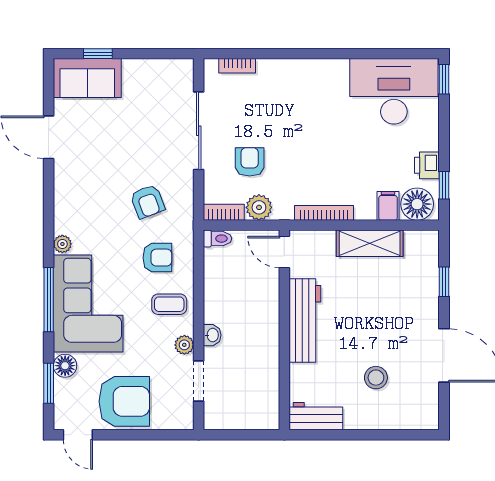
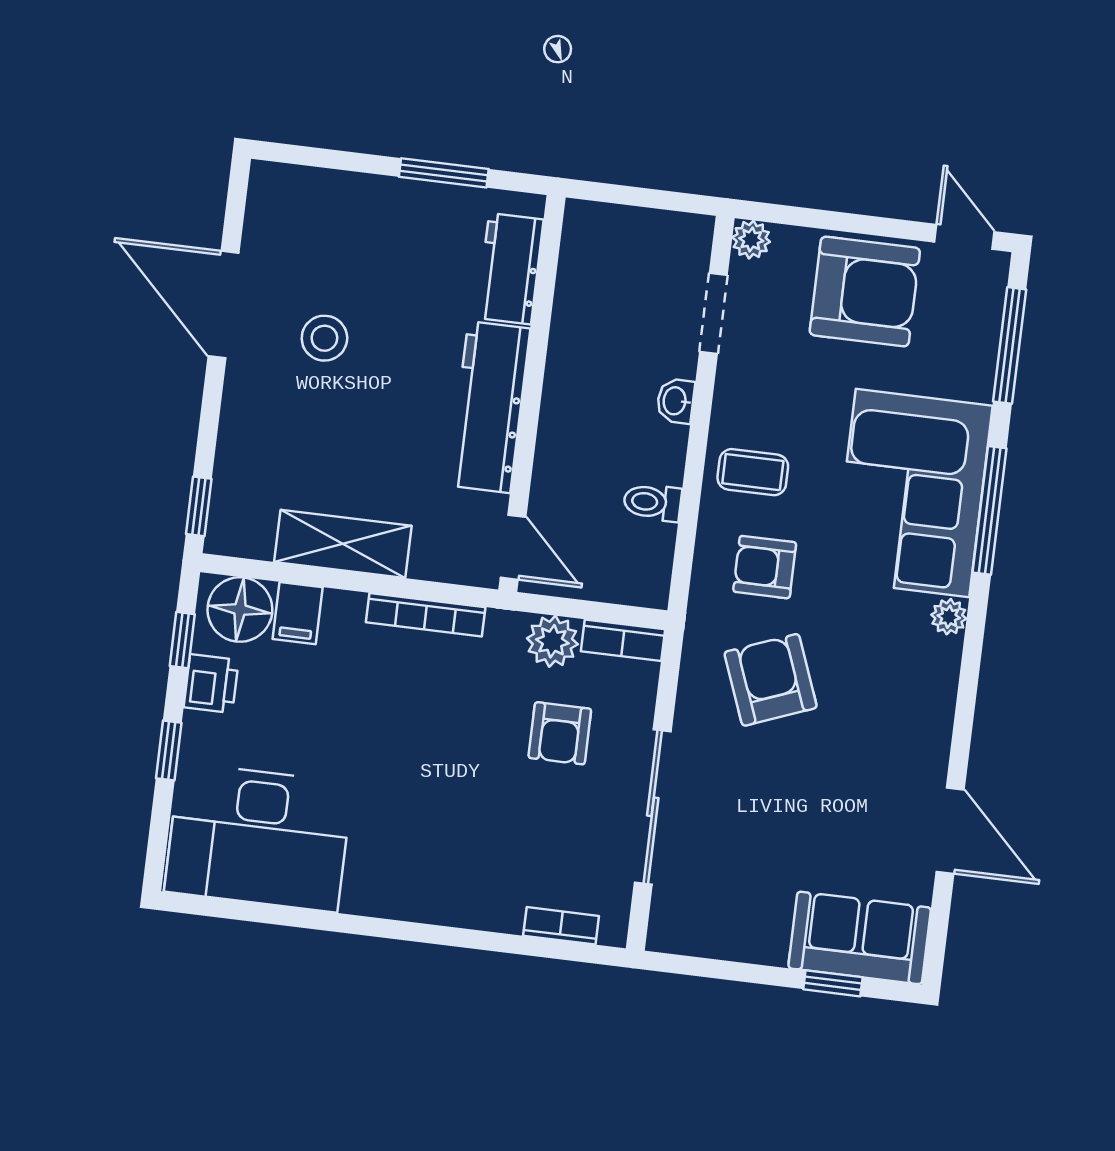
window: (444, 79) -> (169, 751), moved
armchair: (148, 201) -> (771, 680), width x1.38, depth x1.38
toilet: (218, 239) -> (652, 502), moved
window: (444, 282) -> (199, 506), moved
plant: (184, 345) -> (751, 240), moved
floor lamp: (65, 366) -> (973, 376), removed
stool: (376, 378) -> (324, 338), moved
window: (49, 383) -> (1010, 345), width x1.44
armchair: (124, 401) -> (865, 292), turned 180
workbench: (316, 416) -> (510, 269), moved, turned 90
window: (342, 435) -> (444, 173), added

